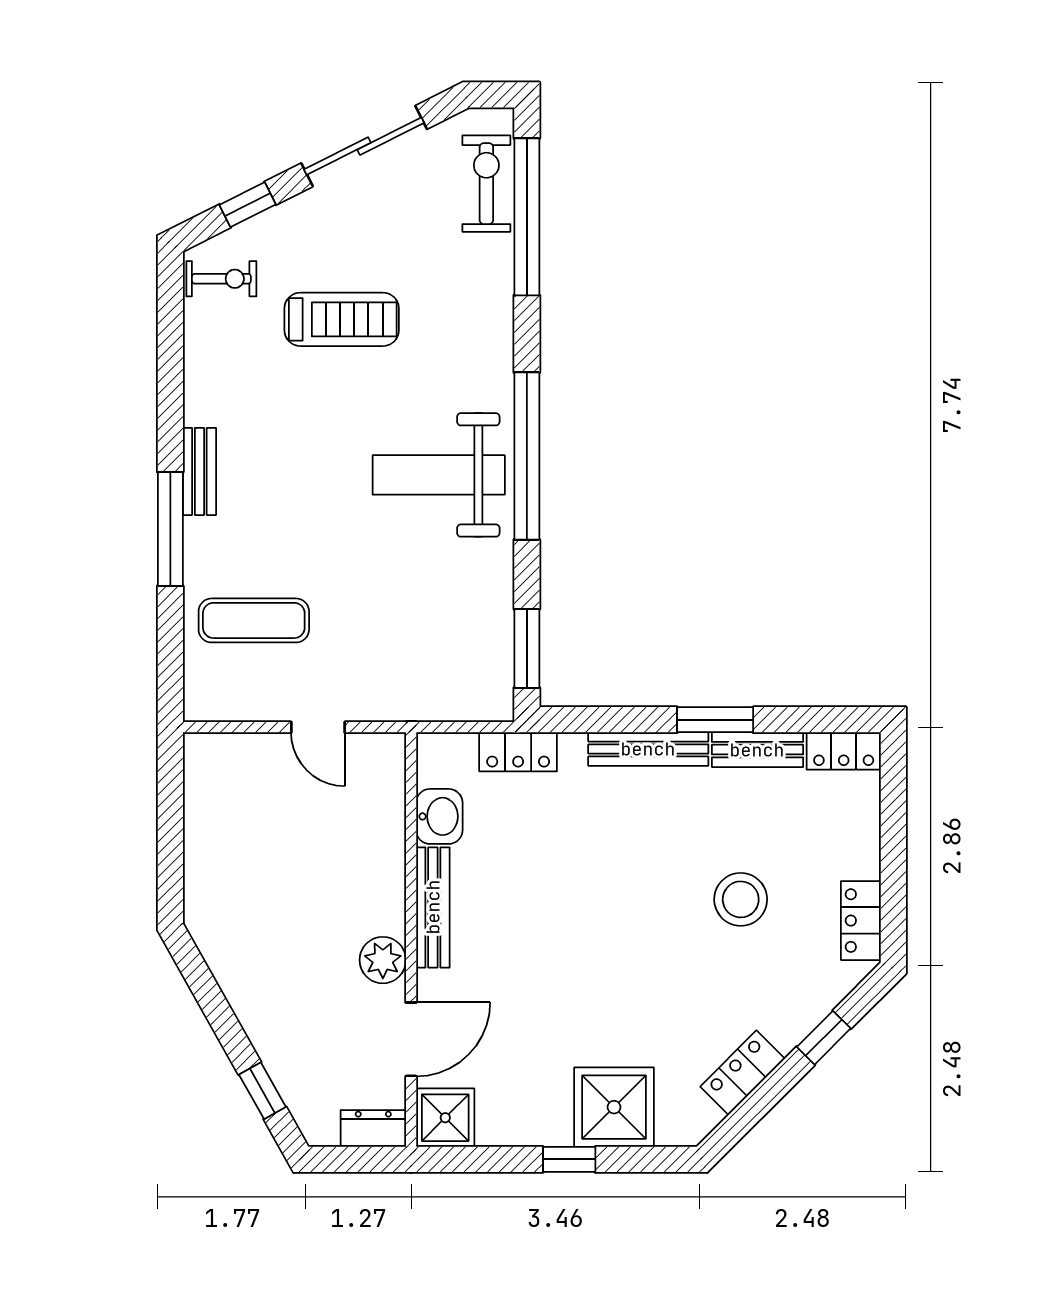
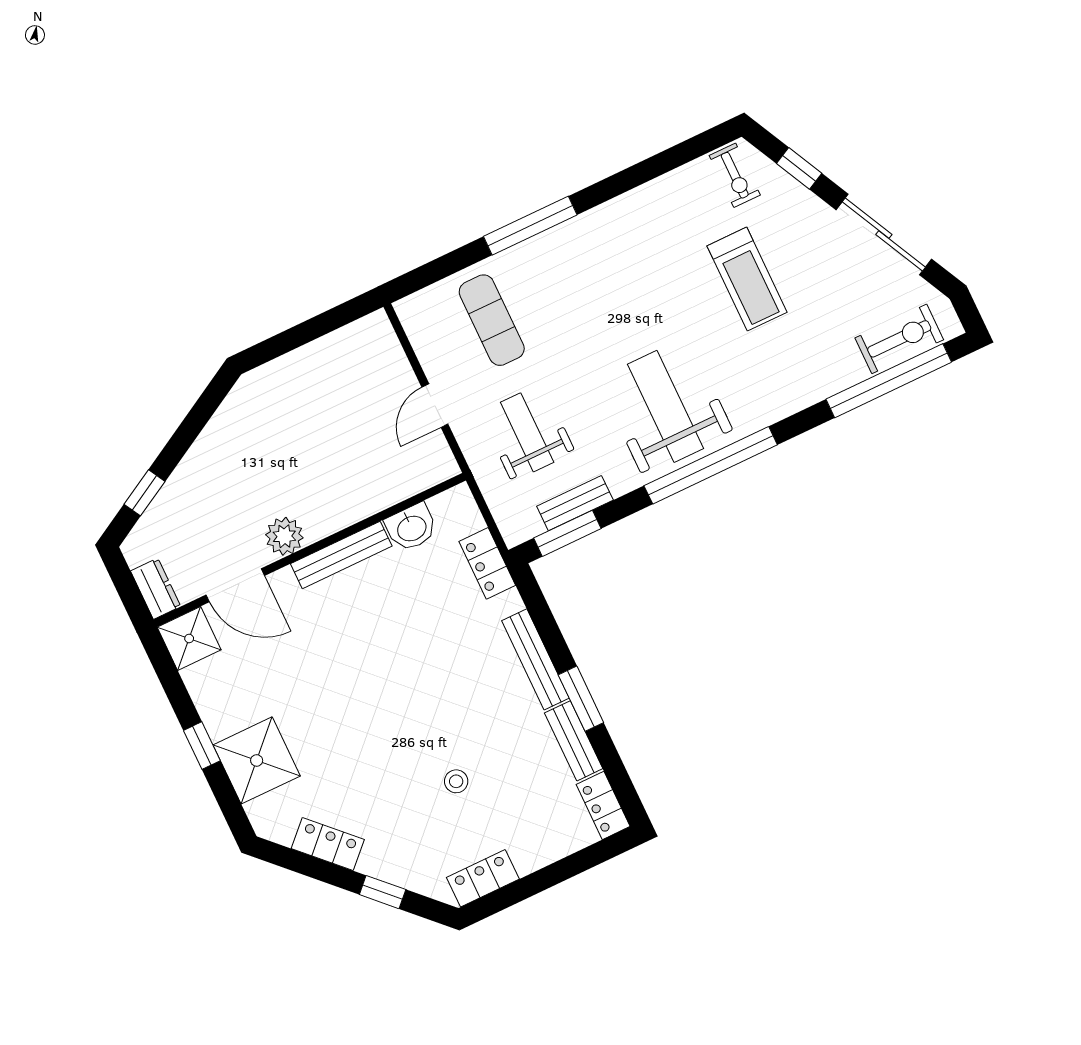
bench: (199, 471) -> (575, 503), moved
weight bench: (395, 640) -> (527, 432), added
stool: (741, 899) -> (456, 781), width x0.53, depth x0.53

